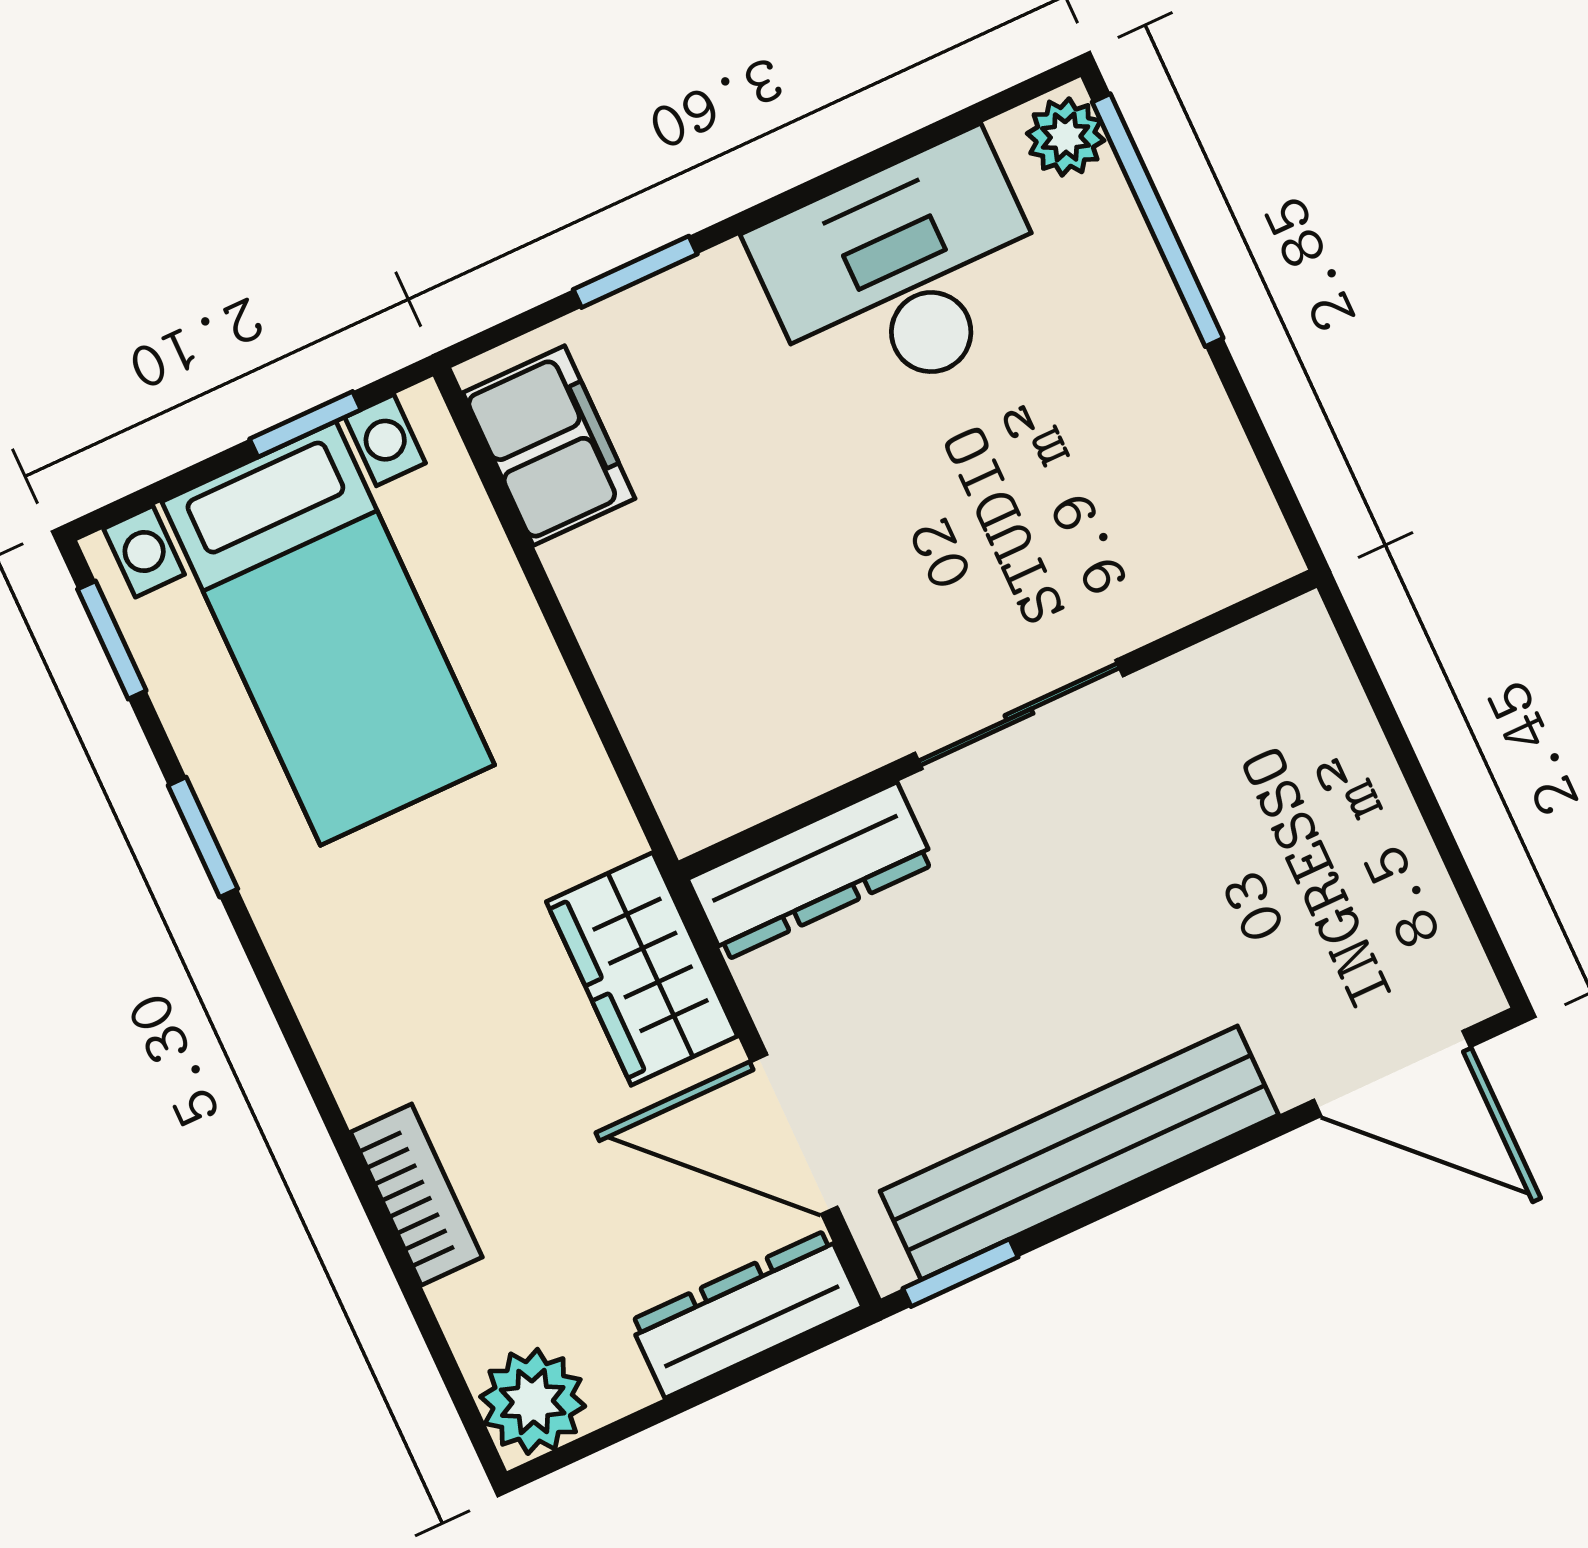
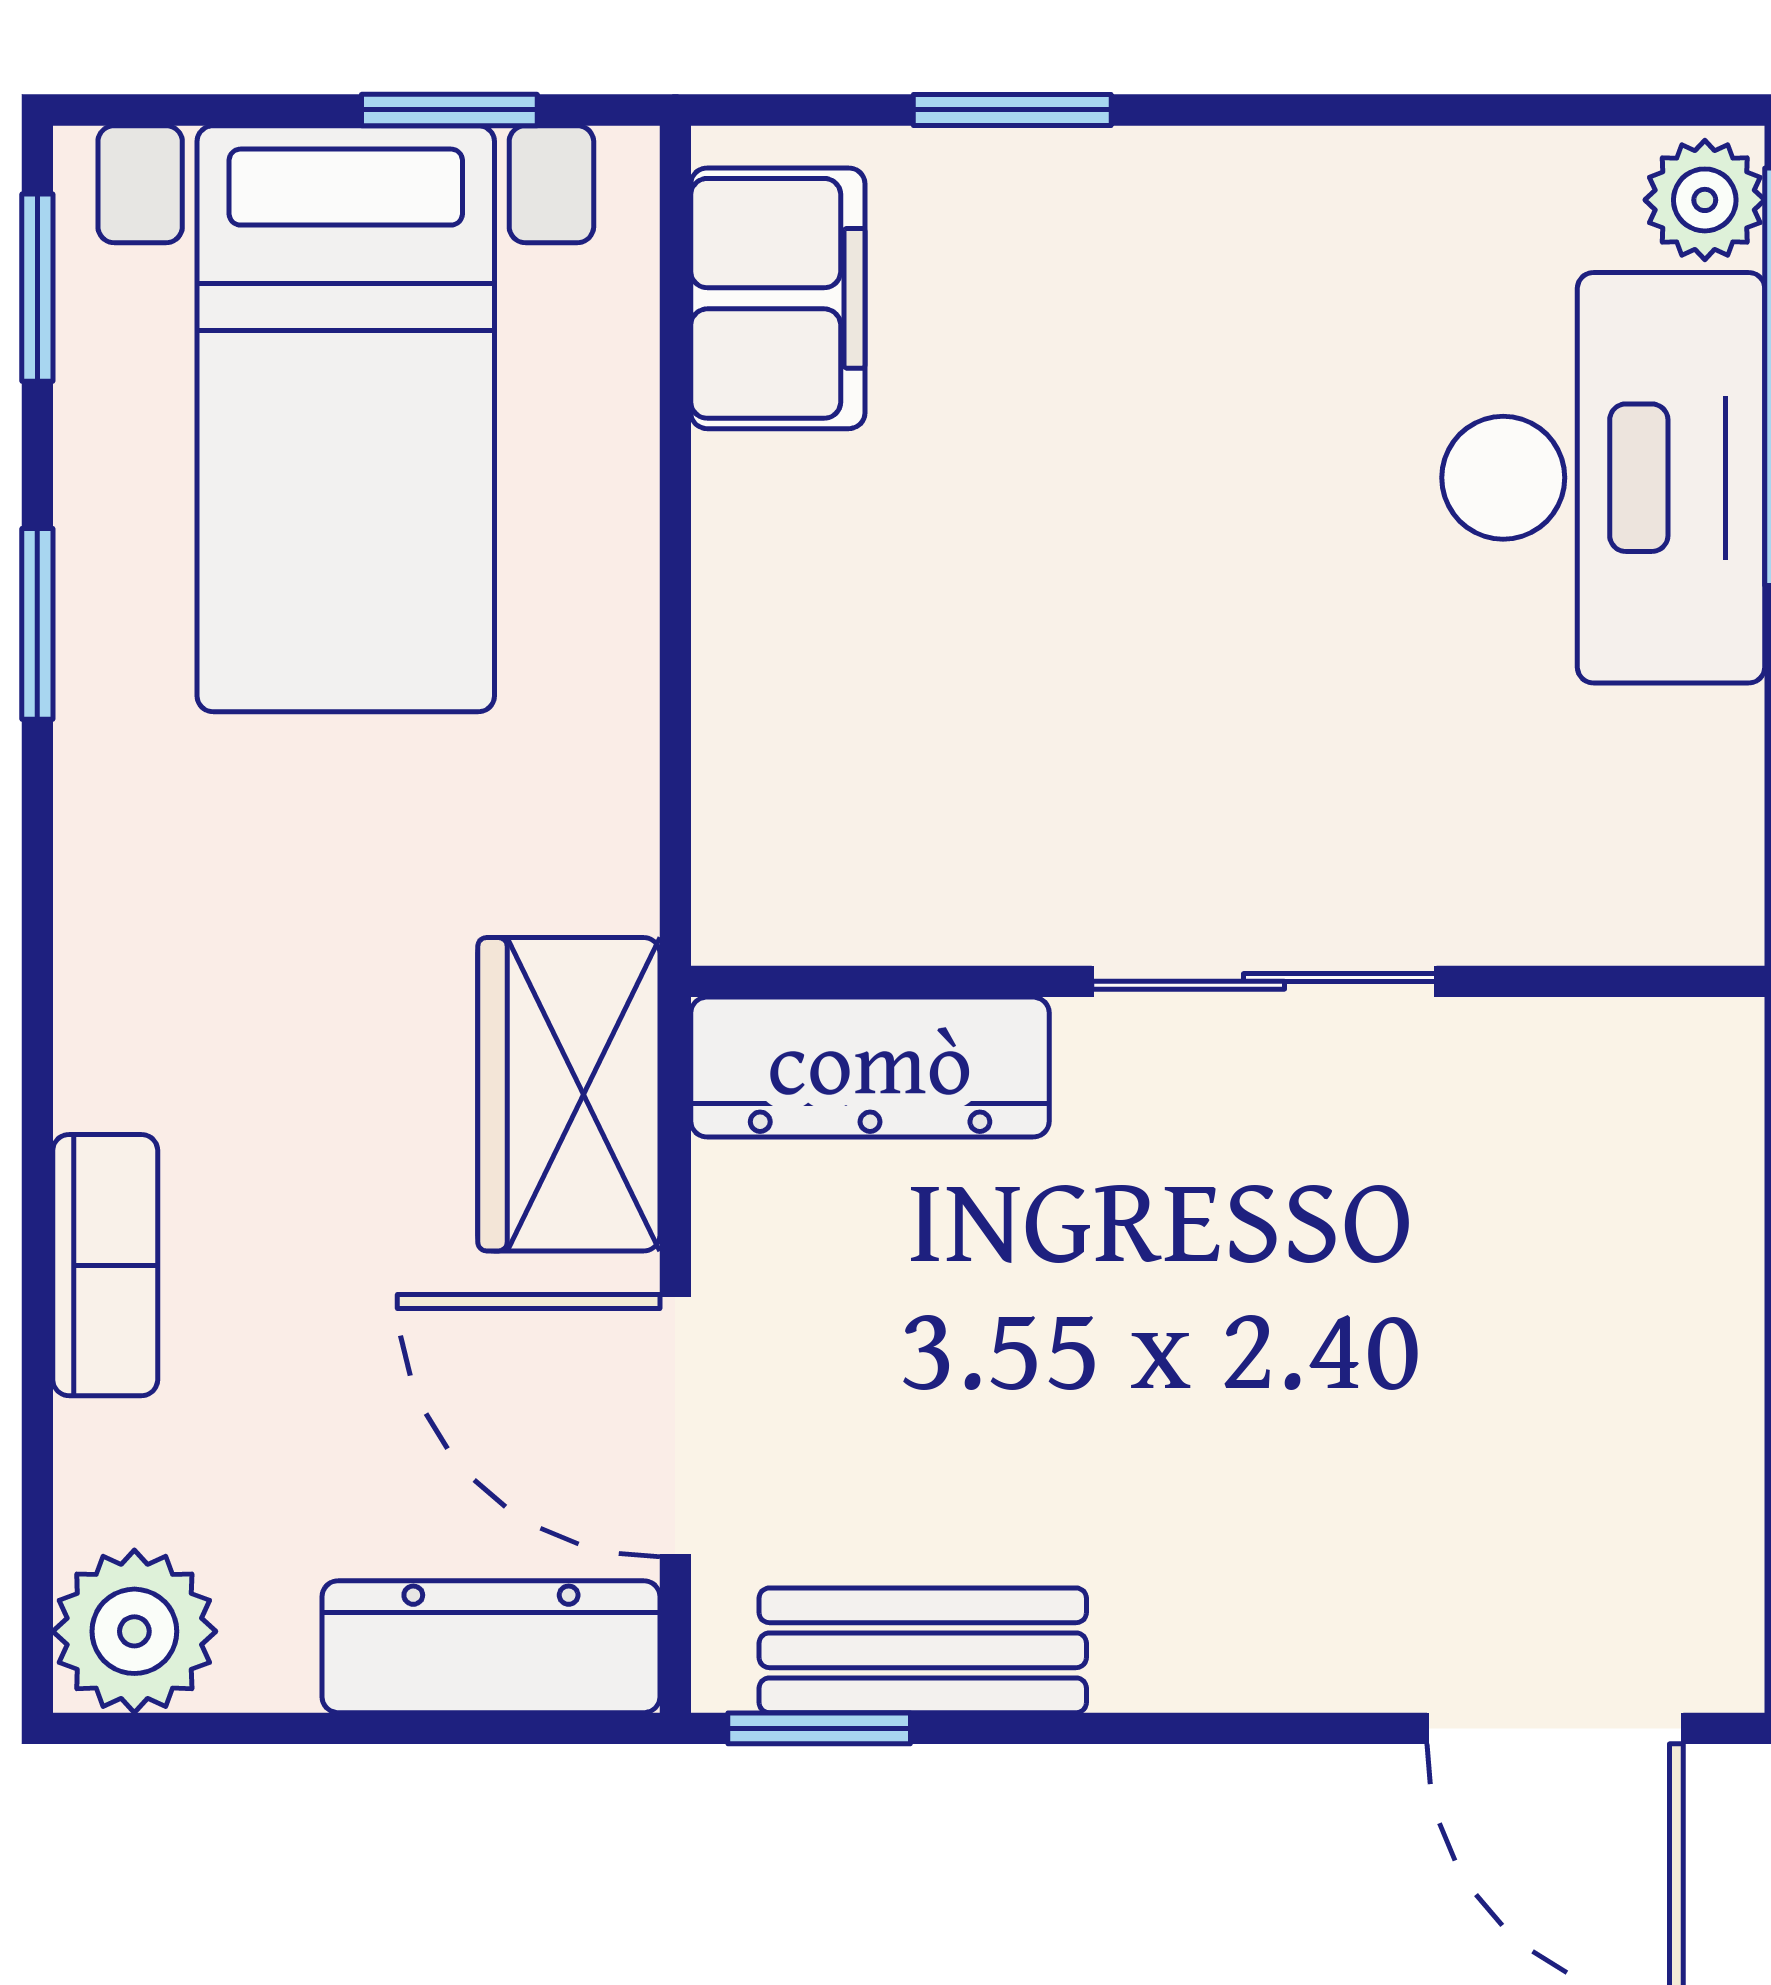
desk: (904, 273) -> (1603, 478), moved, turned 90
bench: (1079, 1153) -> (923, 1650), width x0.54, depth x0.82

